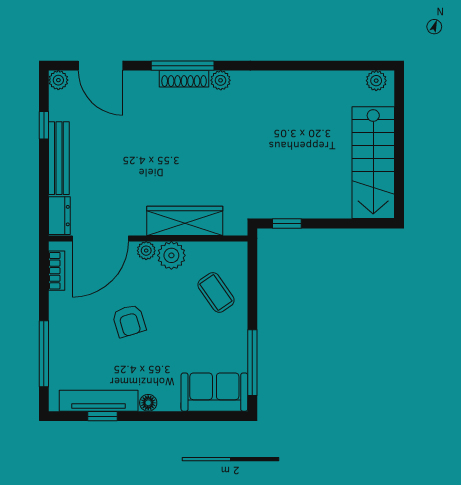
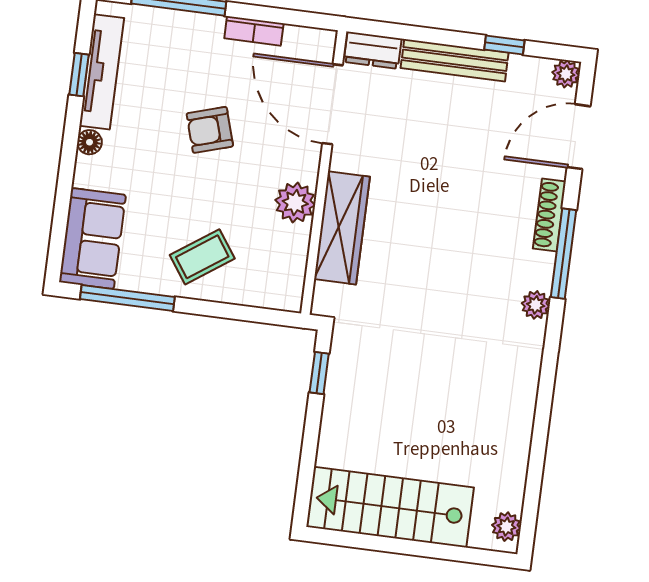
shoe rack: (184, 79) -> (549, 215), moved
plant: (146, 251) -> (307, 168), removed
bookcase: (57, 271) -> (254, 31), moved
coffee table: (216, 292) -> (202, 257), moved

